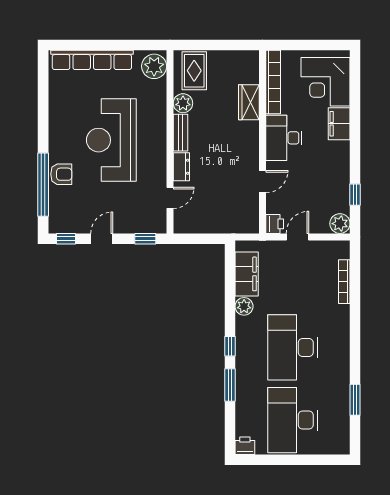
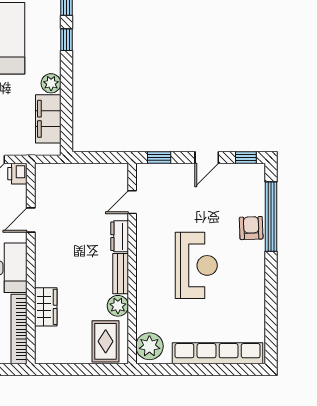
reception desk: (111, 140) -> (196, 265), width x0.74, depth x0.77
armchair: (61, 174) -> (251, 228), turned 88

